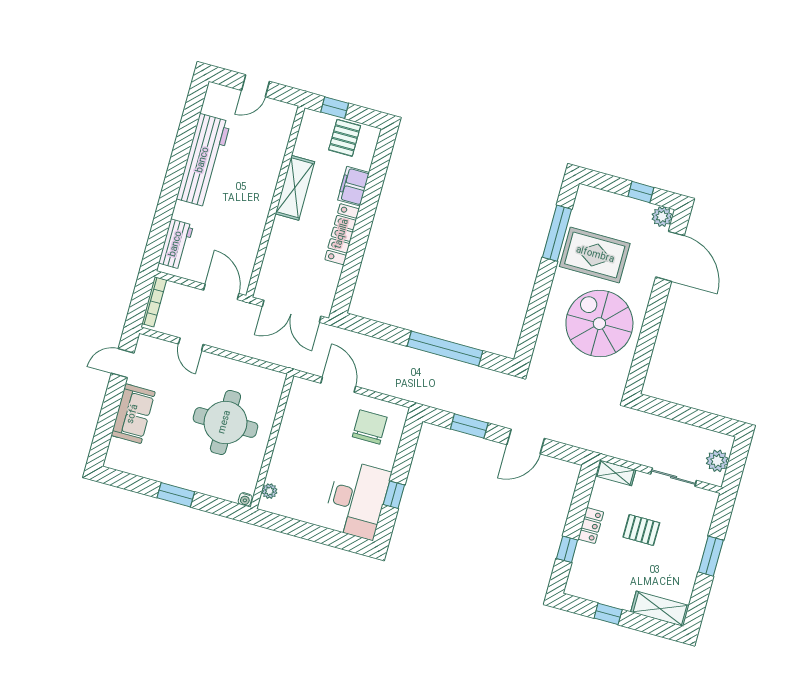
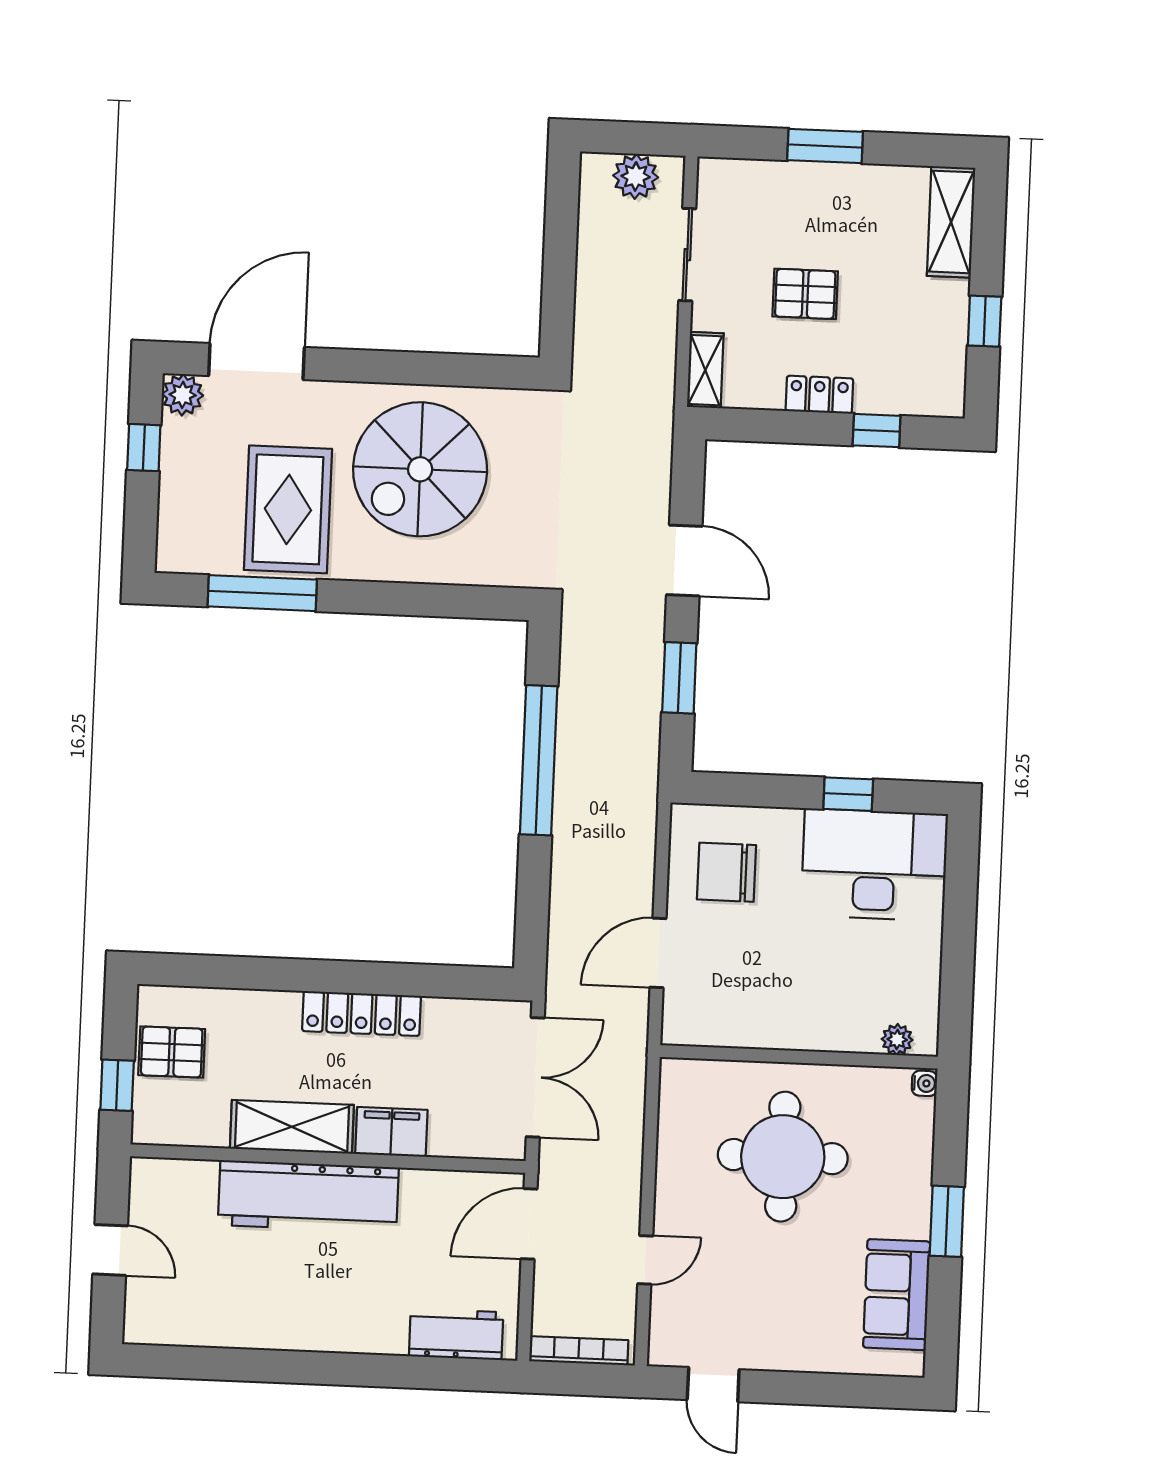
workbench: (203, 160) -> (308, 1196), moved, turned 180
filing cabinet: (353, 186) -> (391, 1132), moved, turned 180
sofa: (133, 414) -> (897, 1295), moved, turned -90
pallet: (641, 530) -> (805, 294), turned 90

